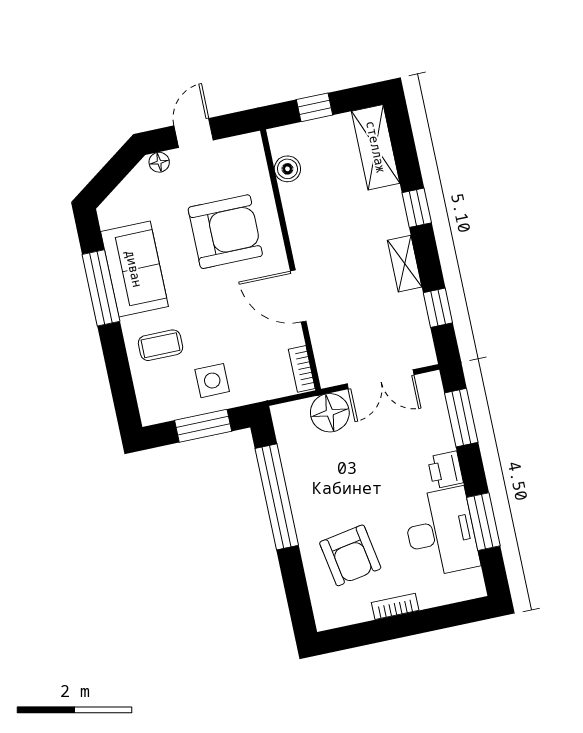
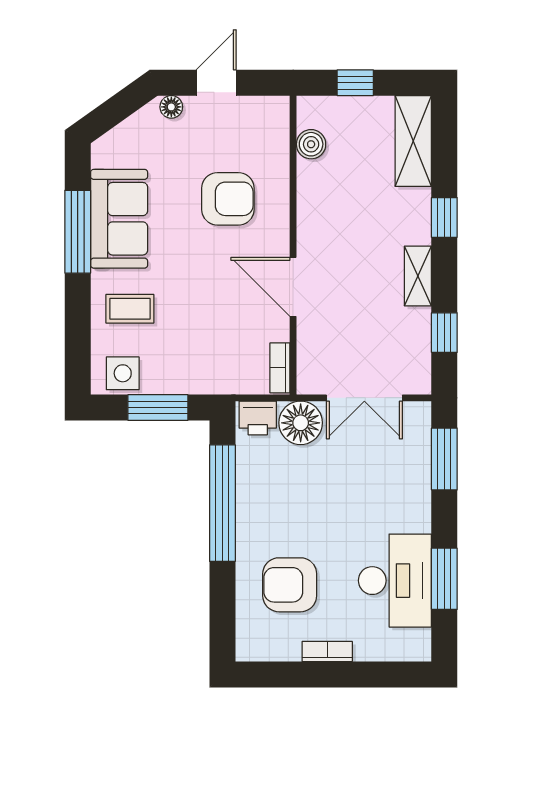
armchair: (225, 232) -> (228, 199), width x0.73, depth x0.73
side table: (212, 381) -> (123, 373), moved
printer: (445, 470) -> (258, 418), moved, turned -90
armchair: (350, 555) -> (290, 585), turned 100

